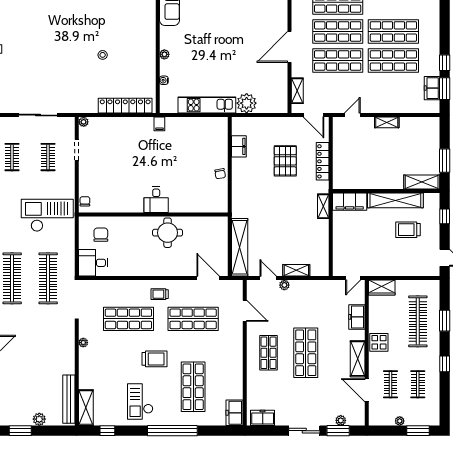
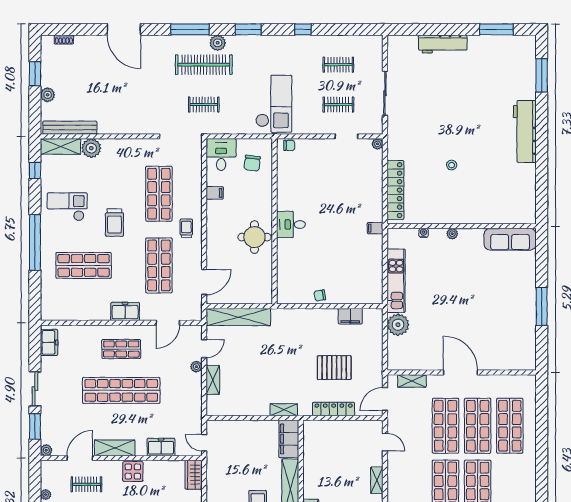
chair: (101, 235) -> (252, 163), turned 96
filing cabinet: (128, 269) -> (215, 193), added
clothes rail: (48, 278) -> (204, 105), width x0.54, depth x0.76
plant: (83, 343) -> (91, 148), moved, width x1.87, depth x1.87
shop shelf: (306, 353) -> (121, 390), width x1.40
freezer: (235, 413) -> (125, 311), moved
plant: (341, 420) -> (46, 450), moved

